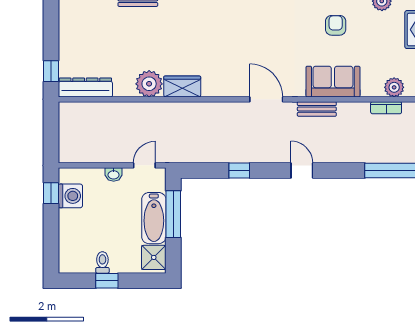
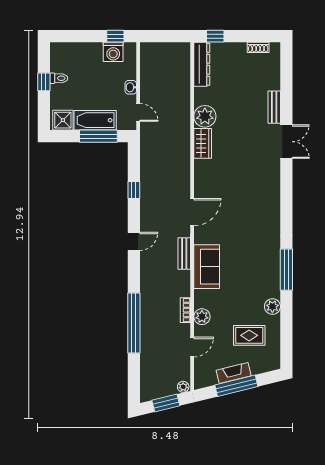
shoe rack: (65, 19) -> (258, 47), added
armchair: (336, 25) -> (253, 269), removed

